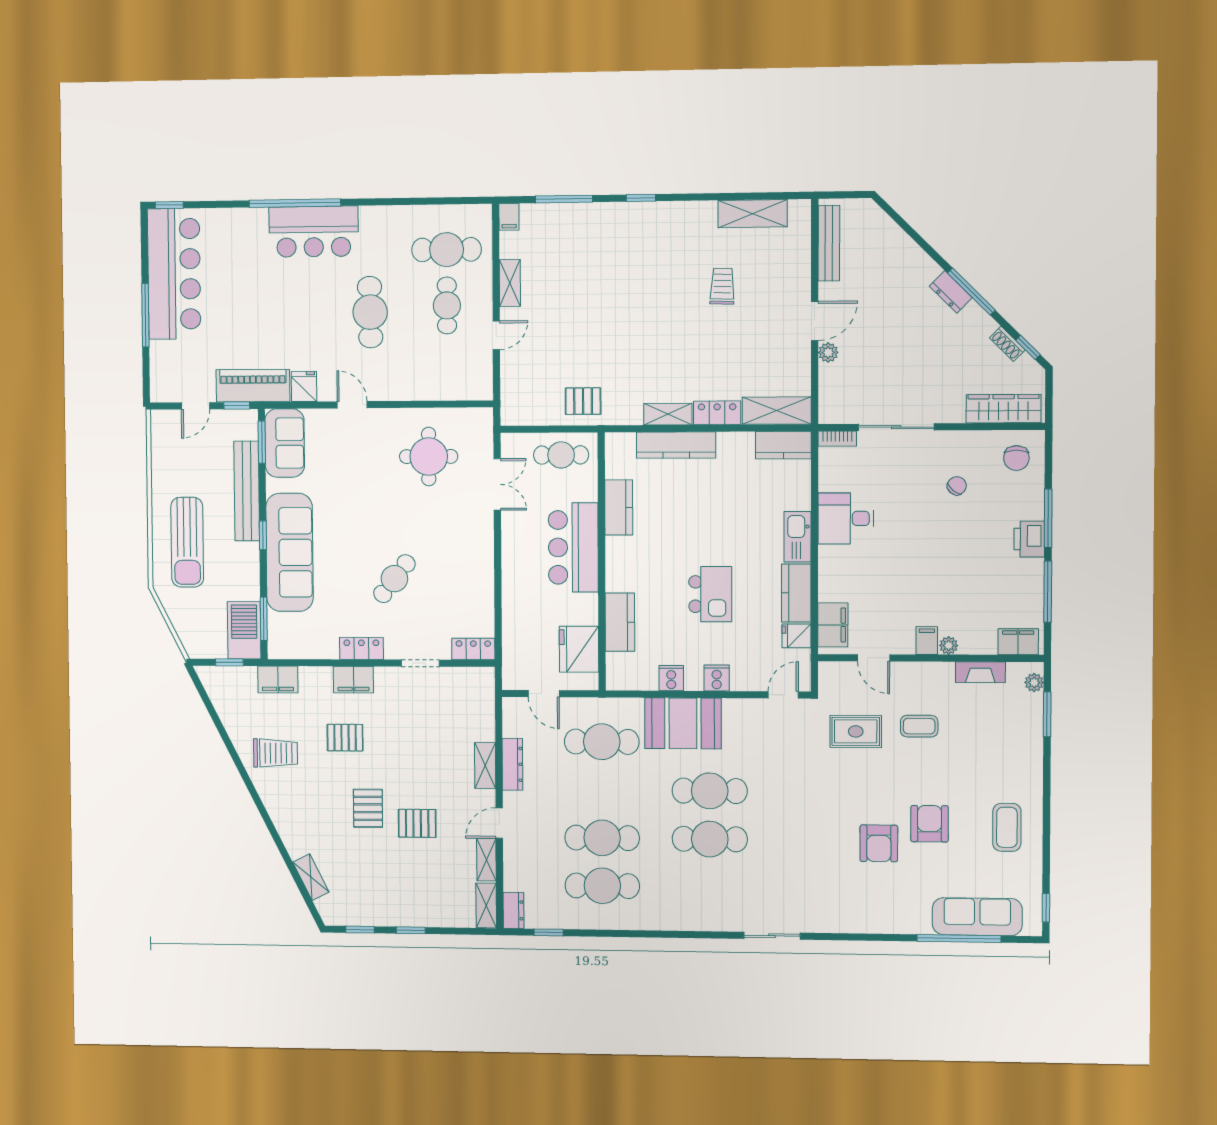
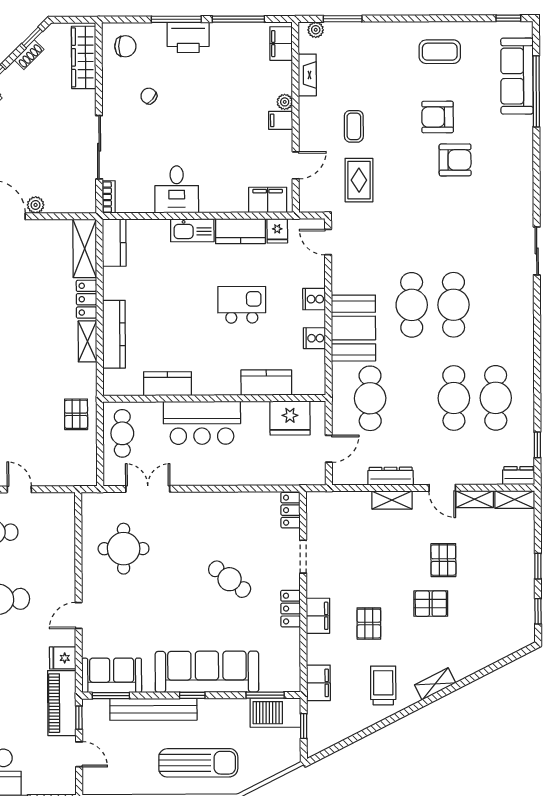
printer: (1029, 539) -> (188, 37), width x1.37, depth x1.19
shelving: (311, 877) -> (435, 684), moved

